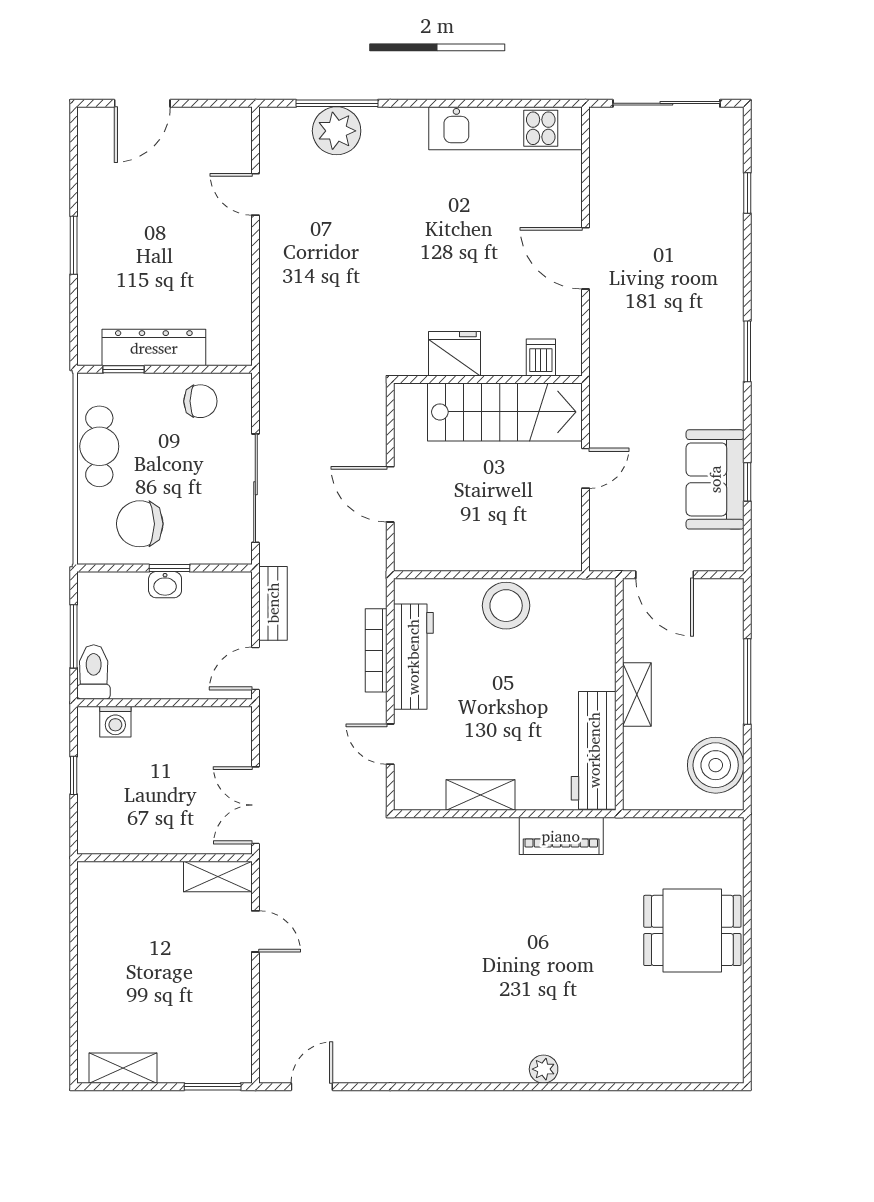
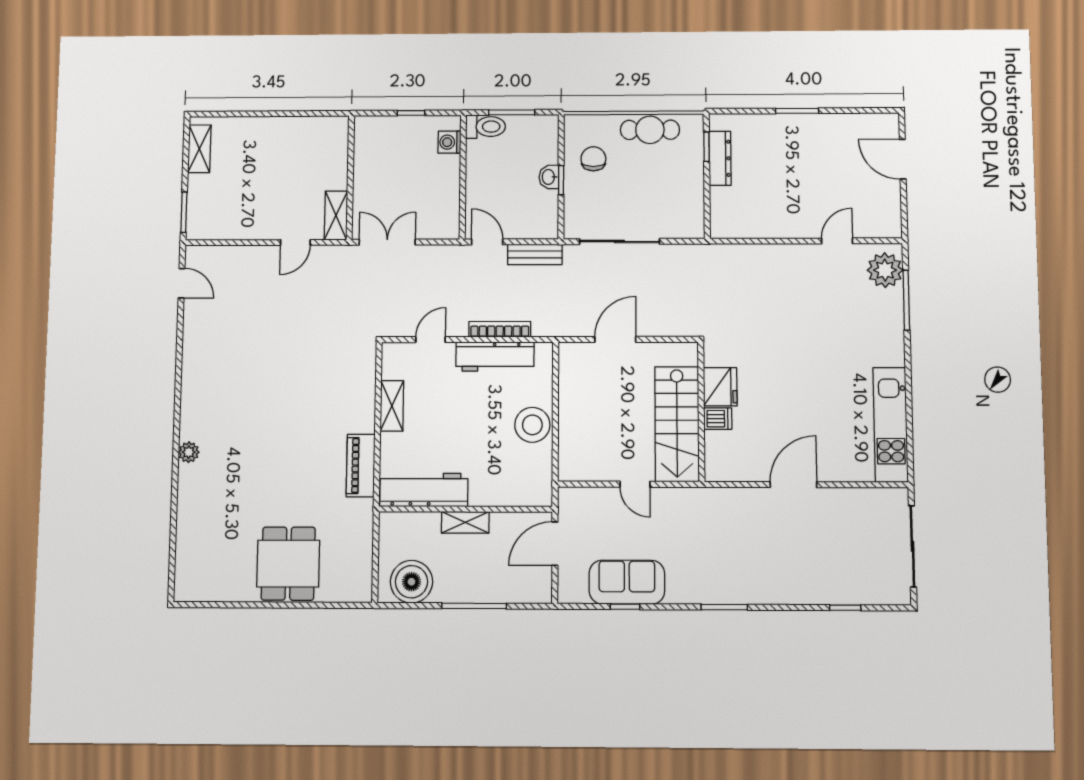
plant: (337, 131) -> (885, 270), moved
dresser: (154, 348) -> (720, 158), width x0.73, depth x0.80
dishwasher: (541, 358) -> (718, 419), moved
chair: (200, 401) -> (683, 202), removed
chair: (140, 524) -> (593, 159), width x0.73, depth x0.73

